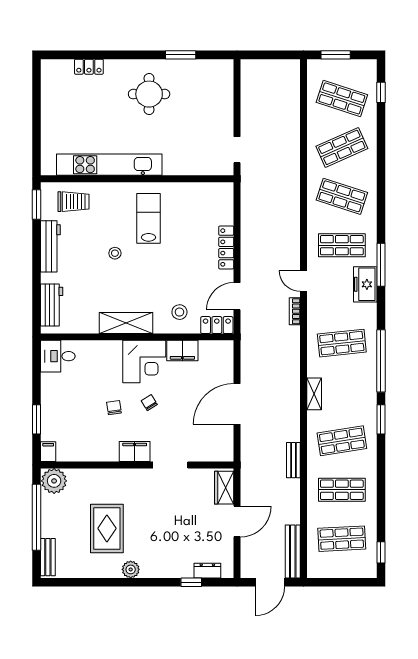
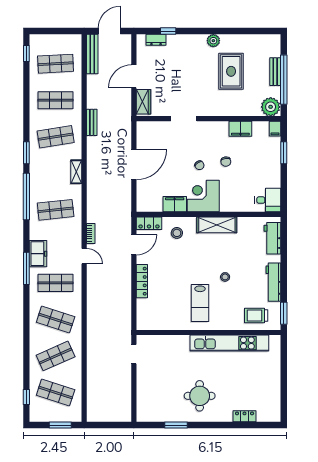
filing cabinet: (135, 452) -> (240, 129), moved
bench: (48, 557) -> (275, 72), moved

